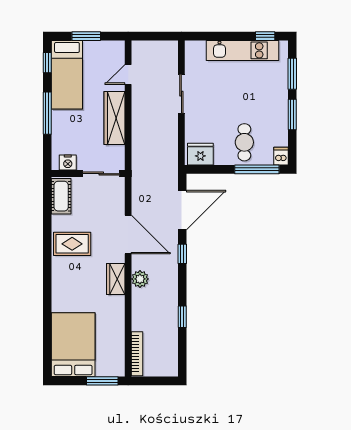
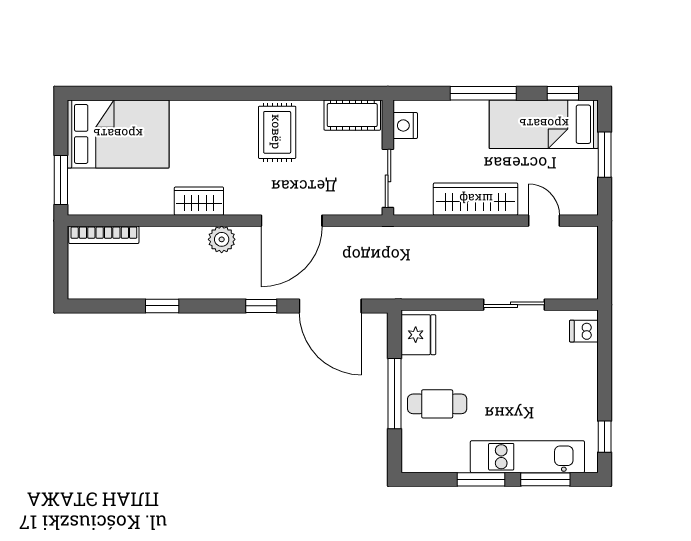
kitchen unit: (243, 50) -> (527, 457), moved, turned 90
dishwasher: (281, 156) -> (584, 331), moved, turned 180
window: (257, 169) -> (394, 394), moved
wardrobe: (116, 279) -> (199, 201), moved

